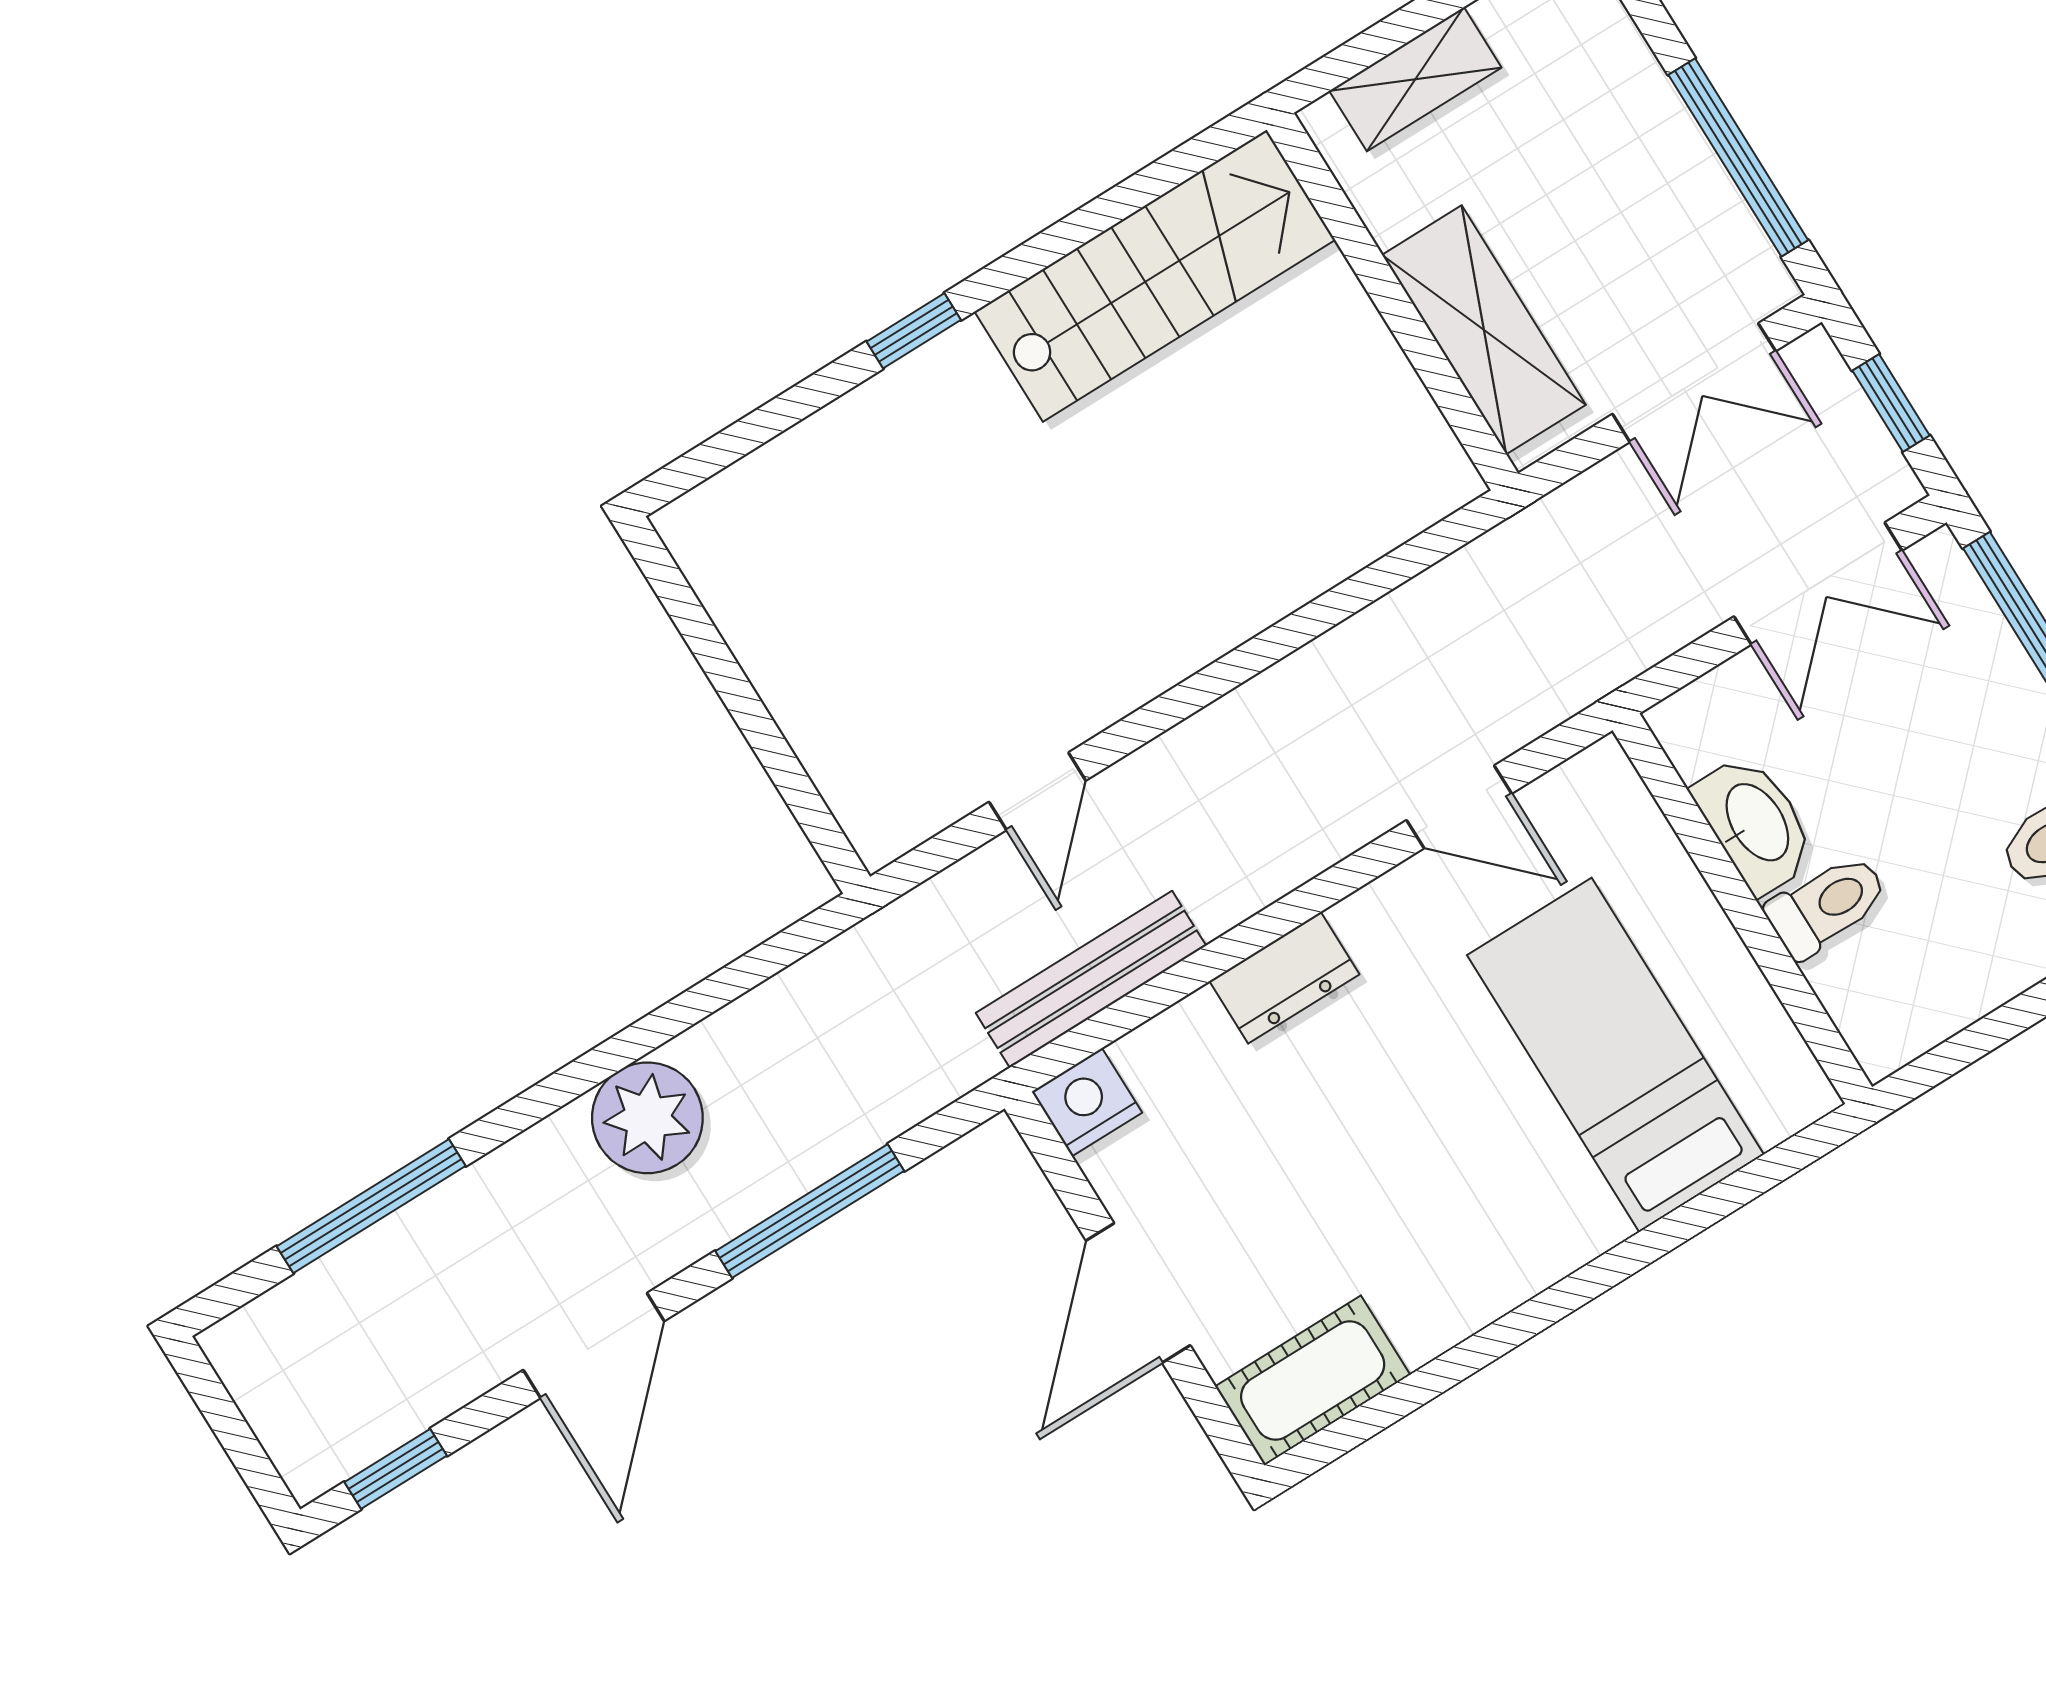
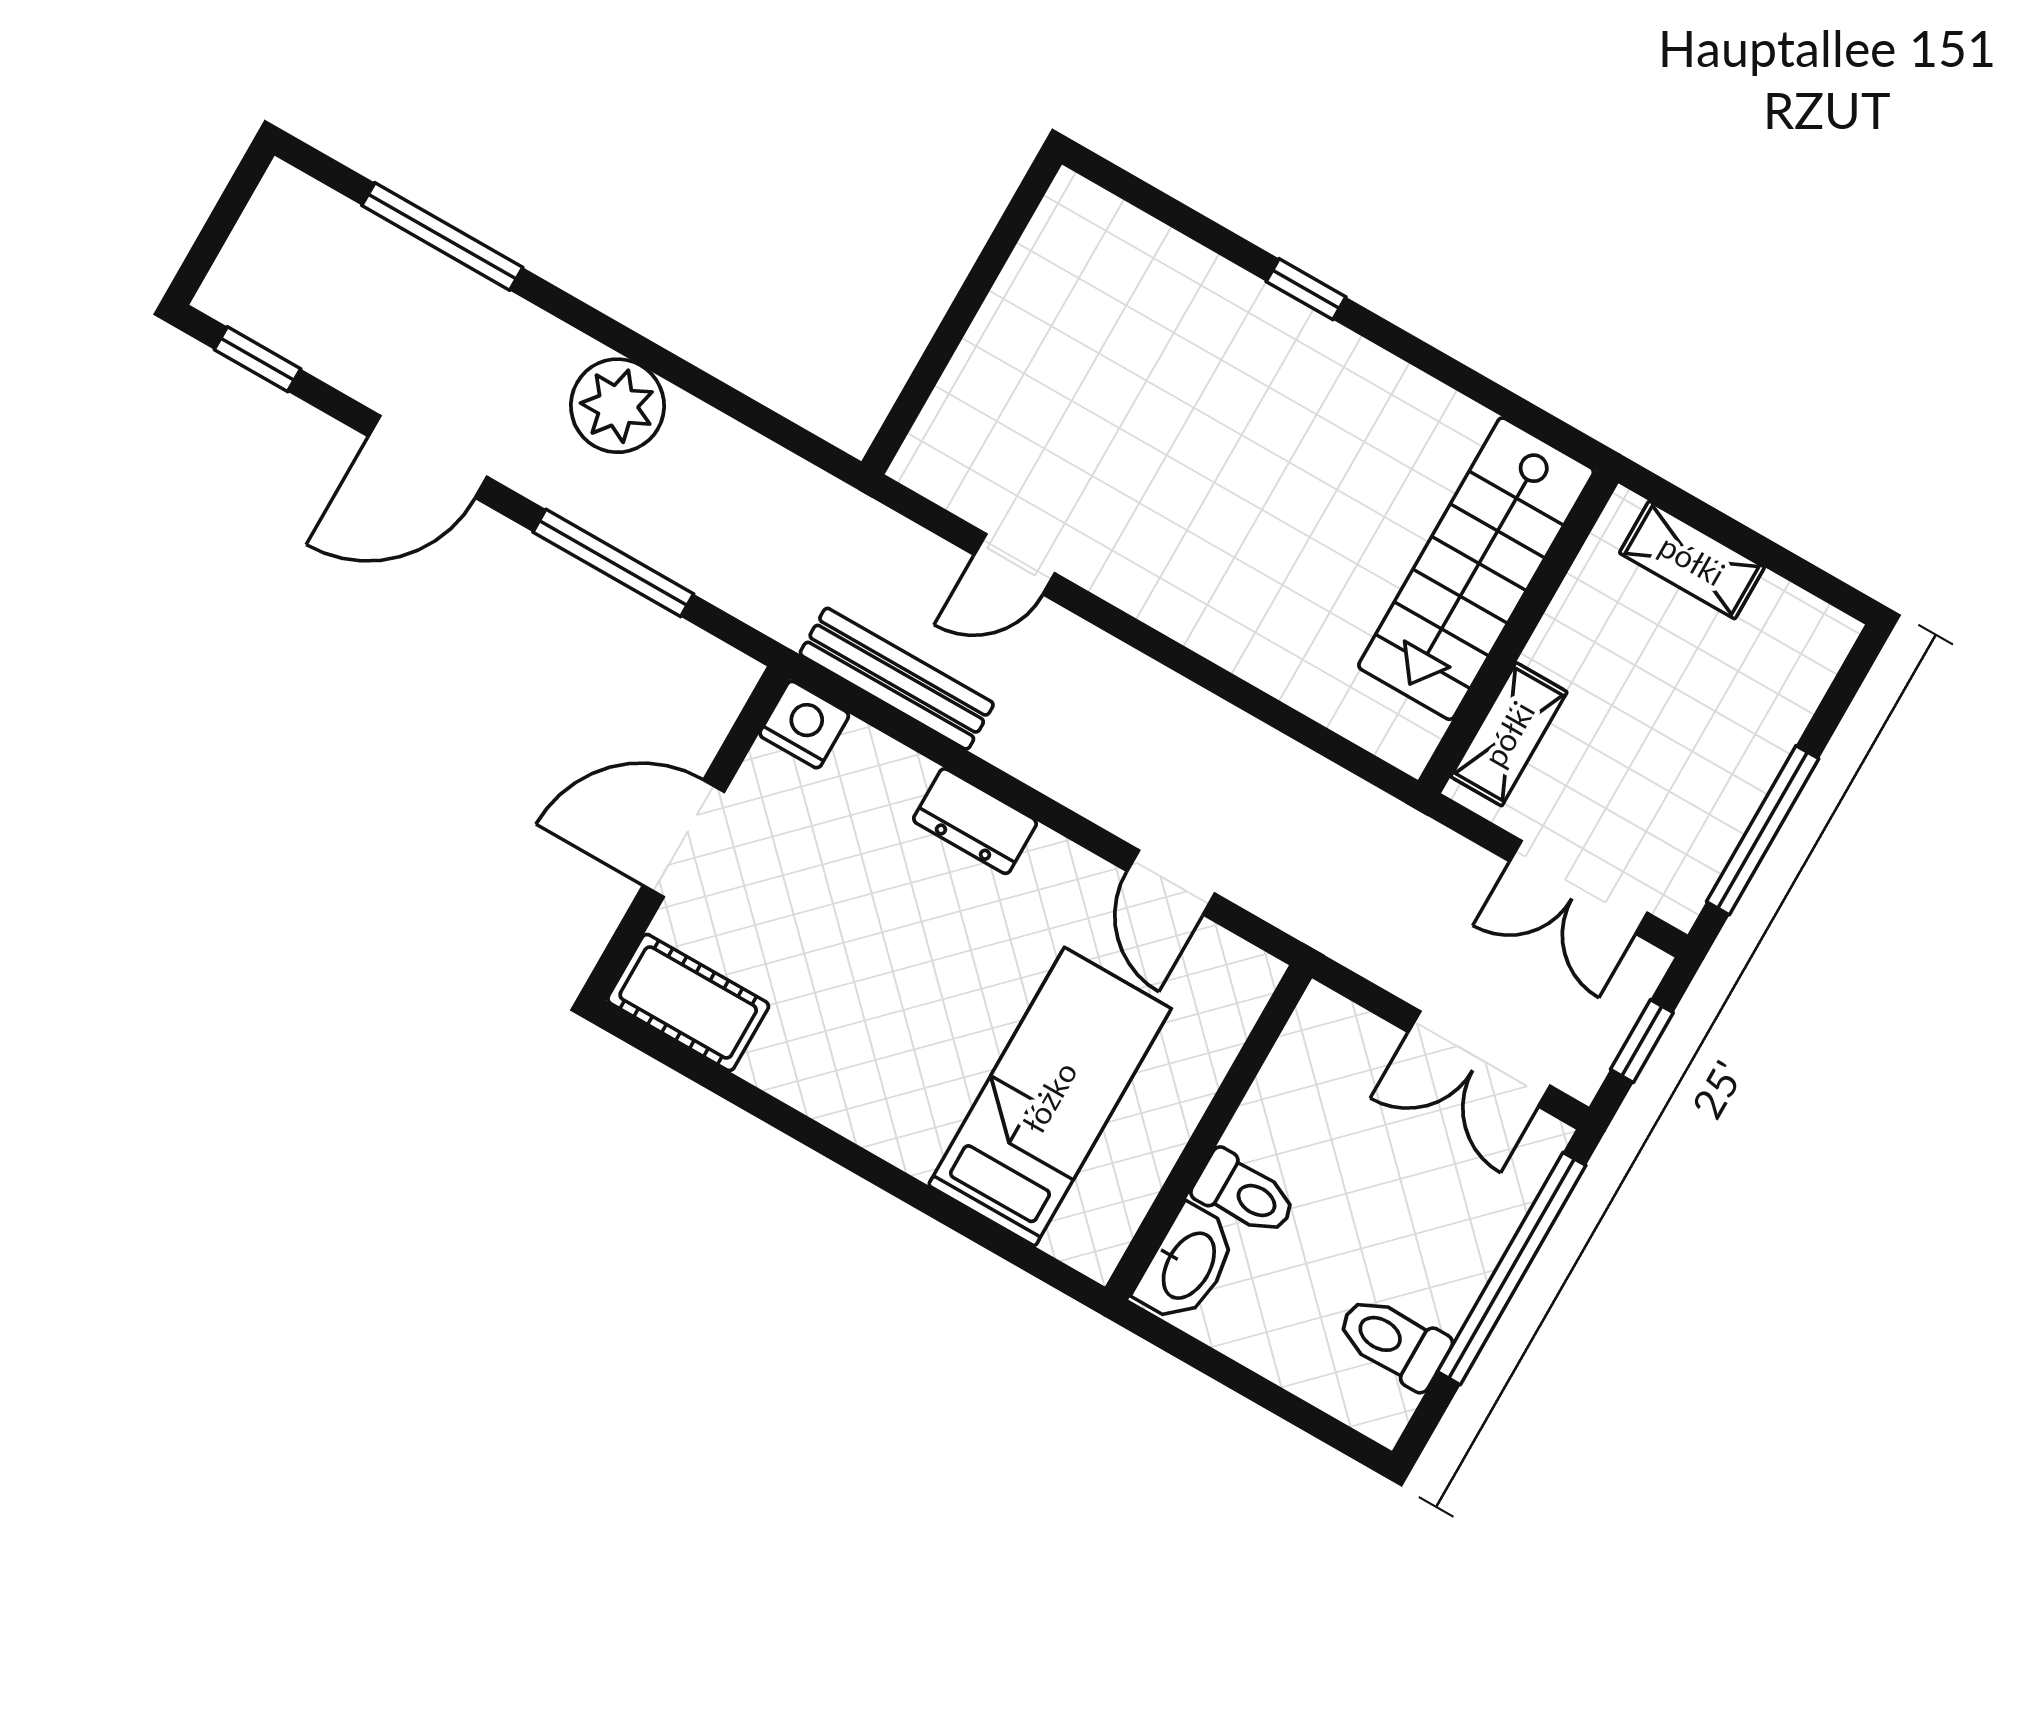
stairs: (1155, 276) -> (1476, 569), moved, turned 90
shelving: (1484, 330) -> (1509, 734), width x0.67, depth x0.75
washbasin: (1755, 823) -> (1187, 1265), moved

